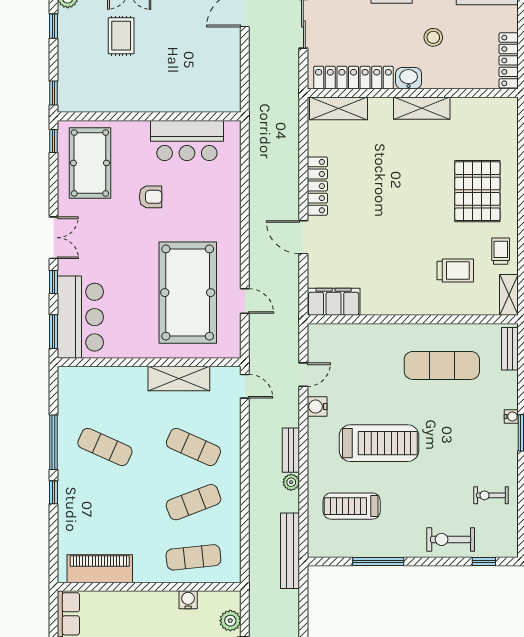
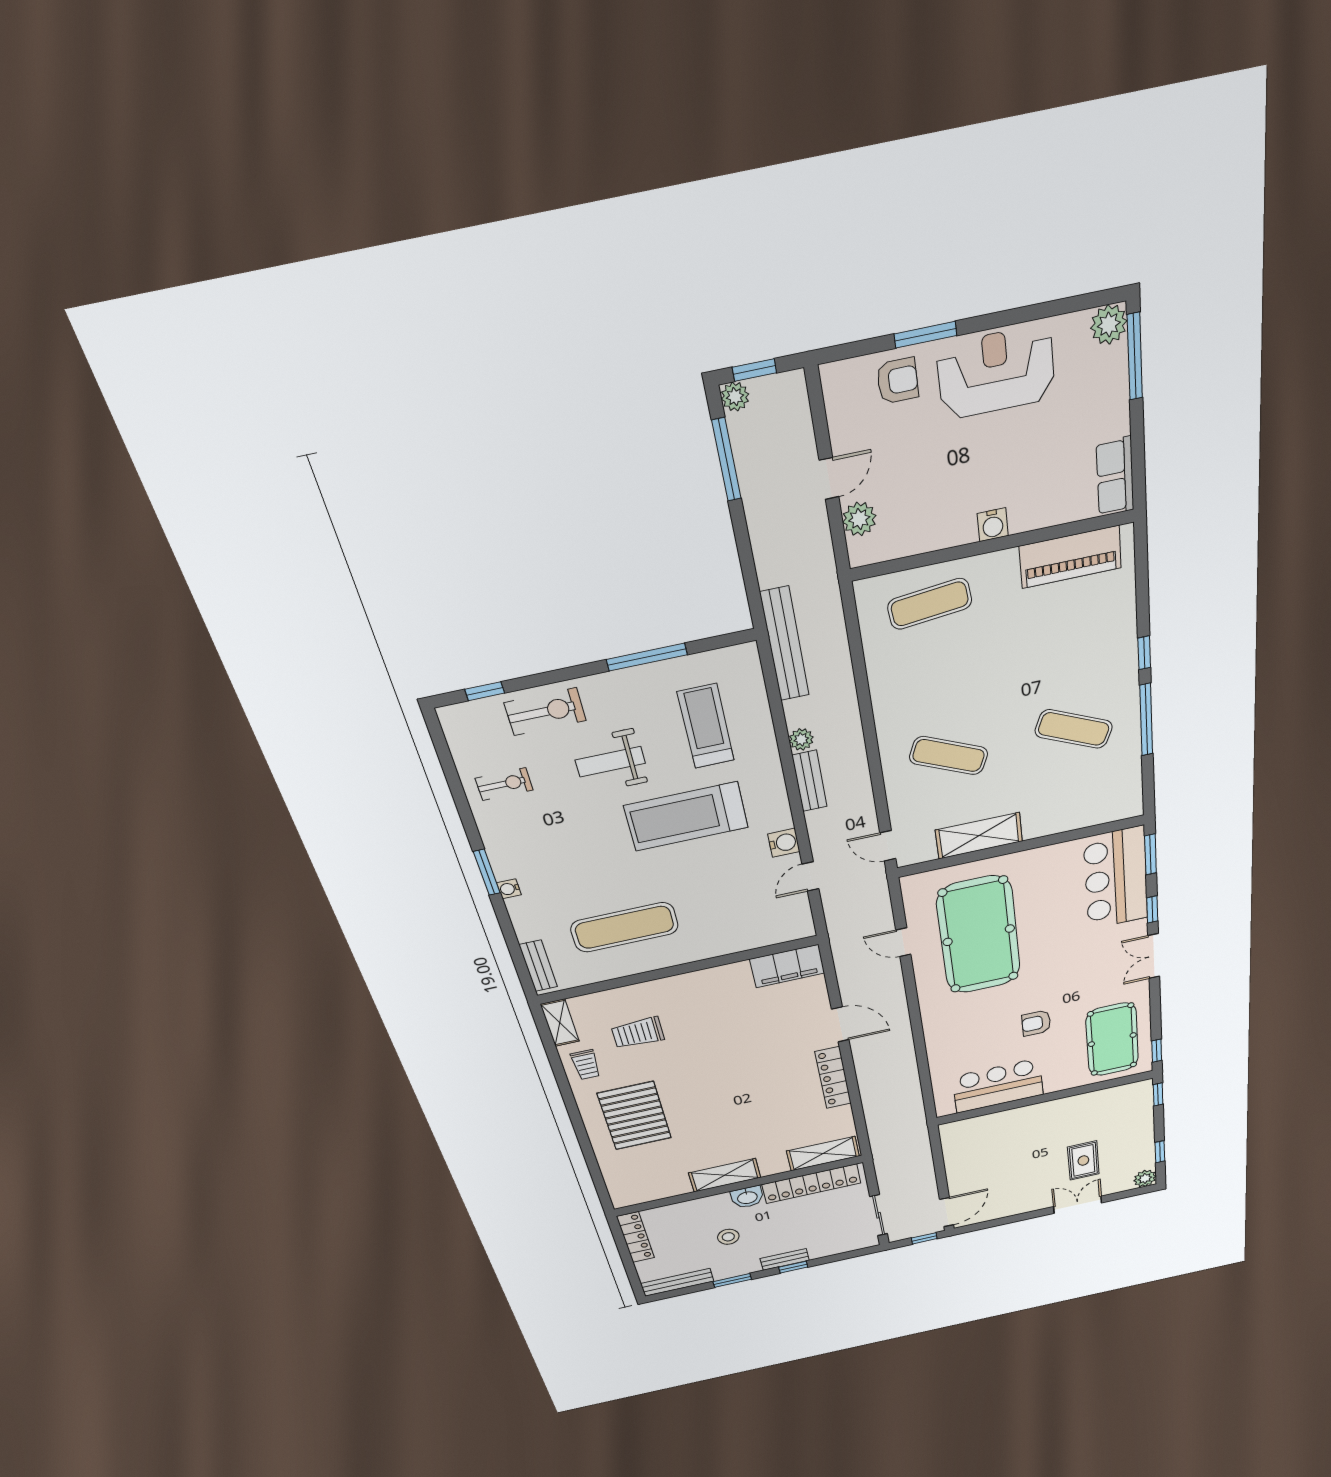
weight bench: (419, 495) -> (610, 762), added
exercise mat: (193, 502) -> (939, 682), removed
treadmill: (352, 506) -> (706, 726), turned -90
water cooler: (188, 600) -> (993, 525), moved

